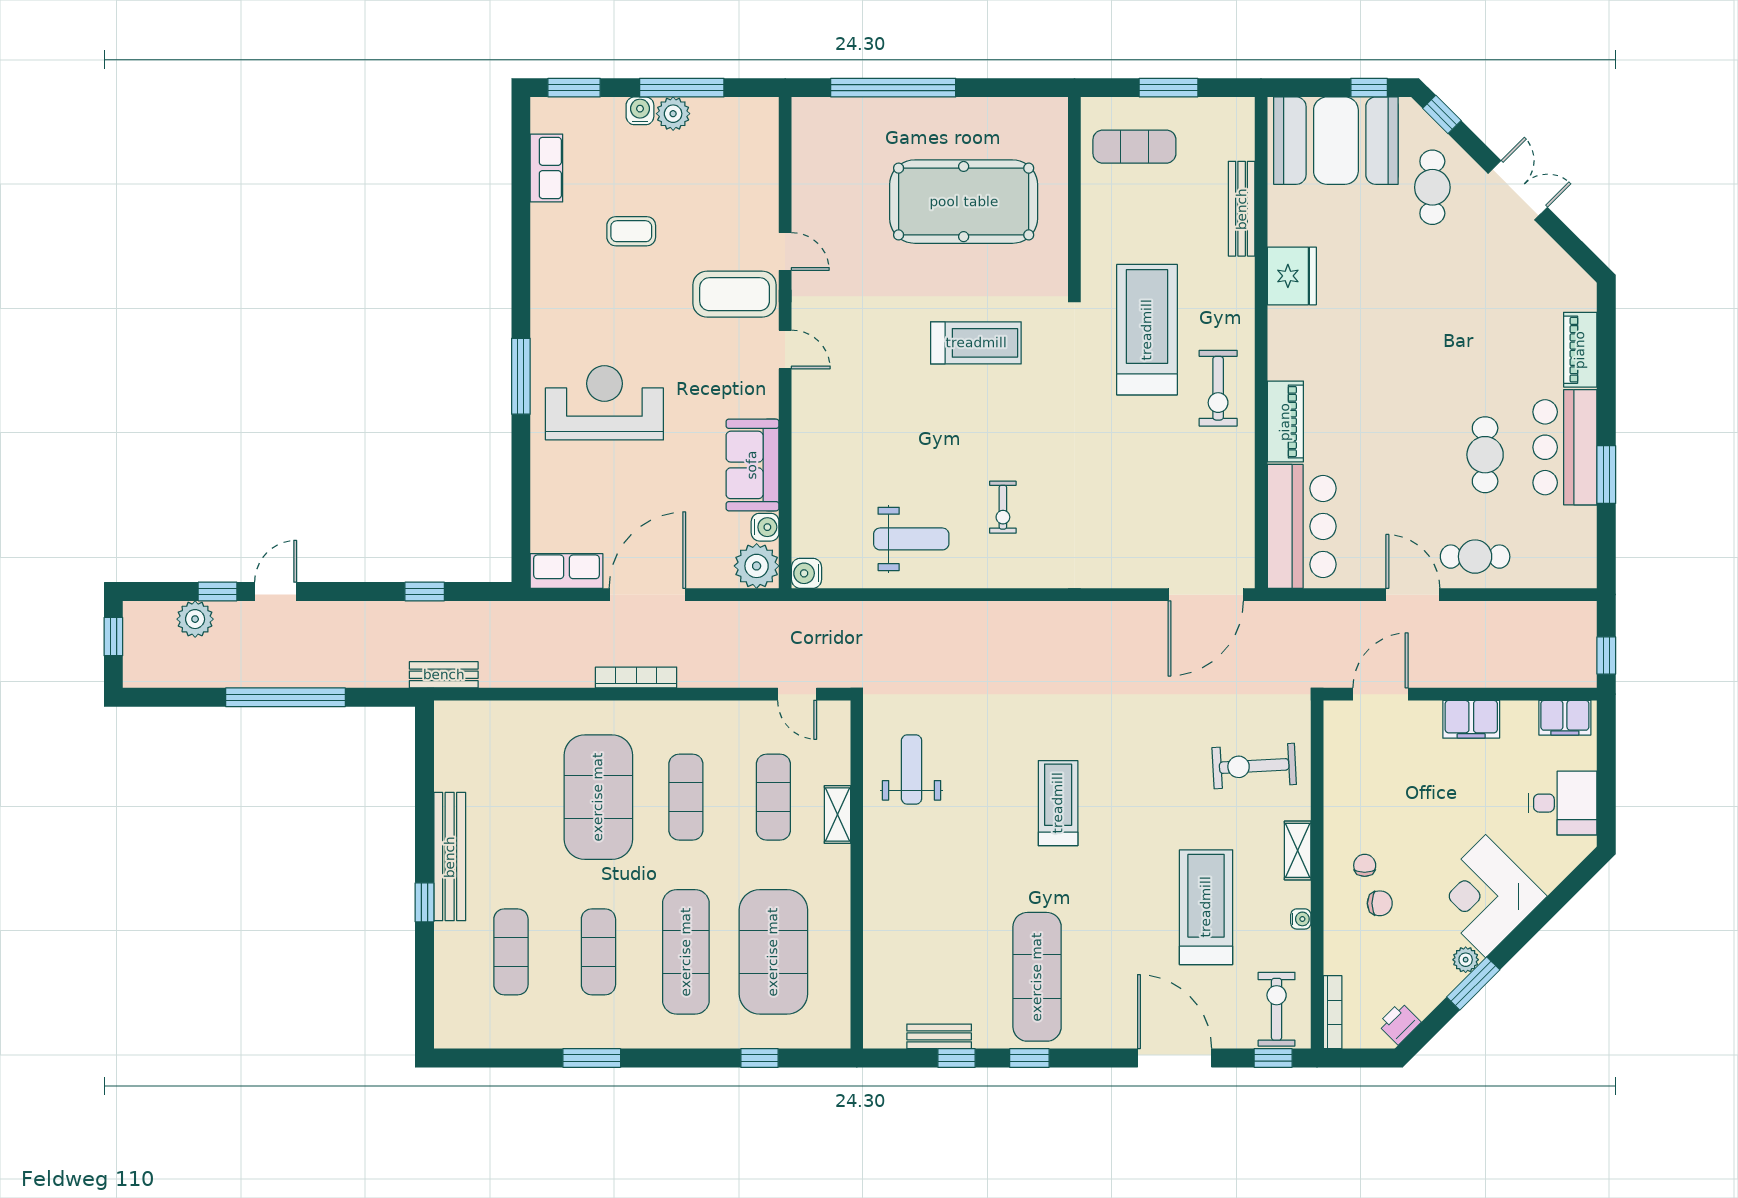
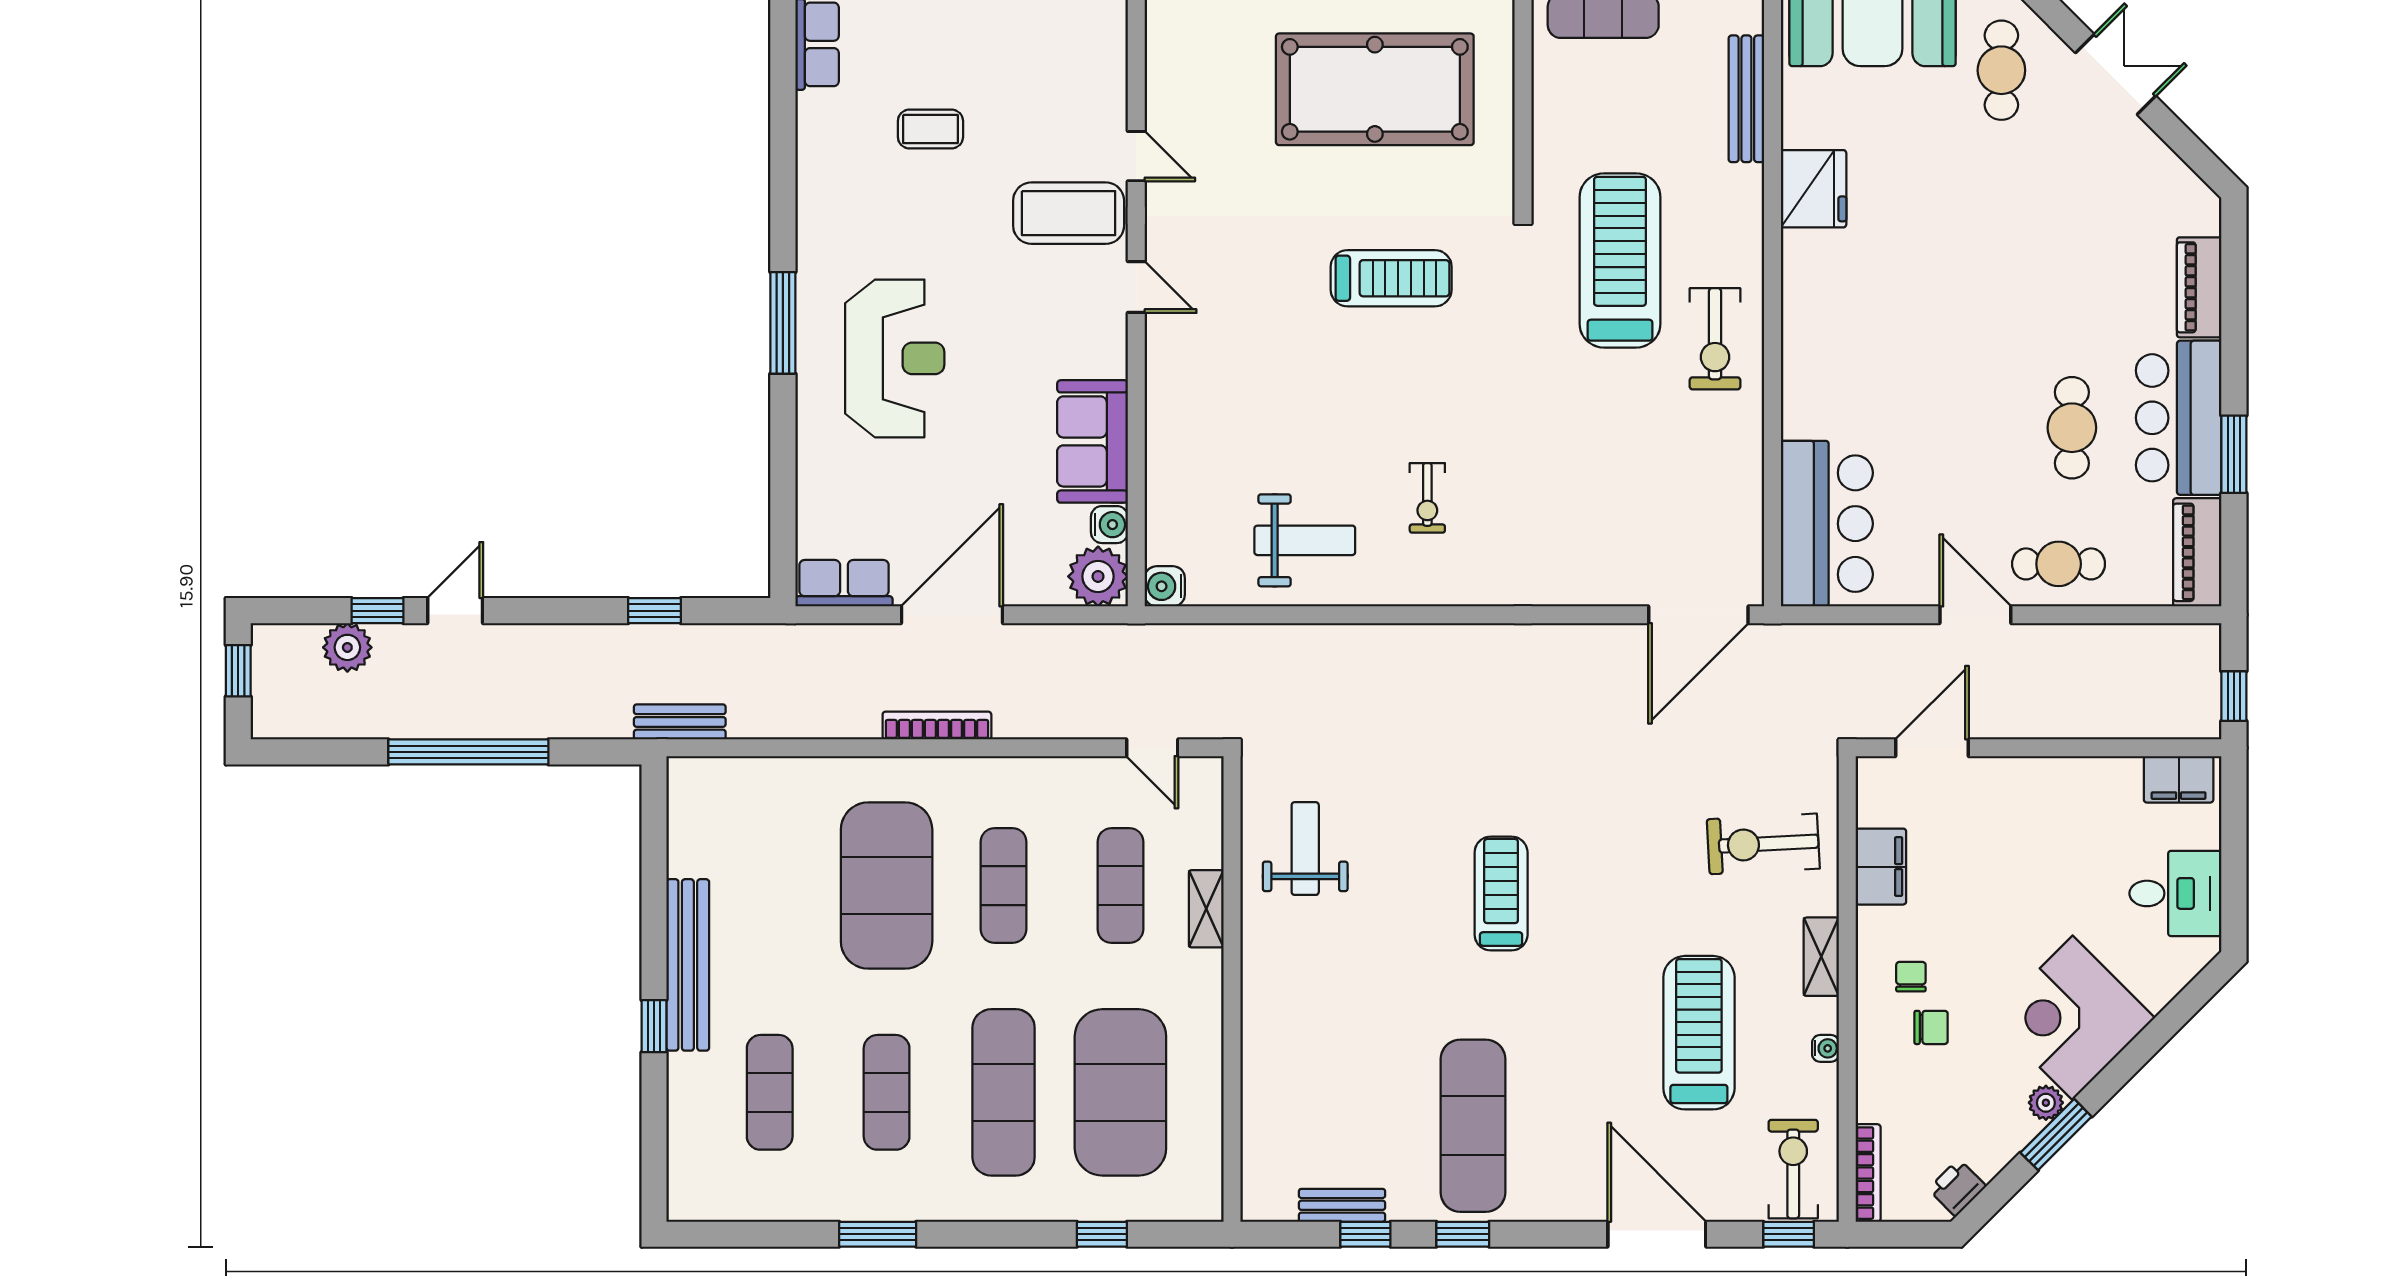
reception desk: (604, 403) -> (895, 358), turned 90
piano: (1285, 422) -> (2197, 552), moved, turned 180
filing cabinet: (1471, 719) -> (1881, 867), moved, turned -90

